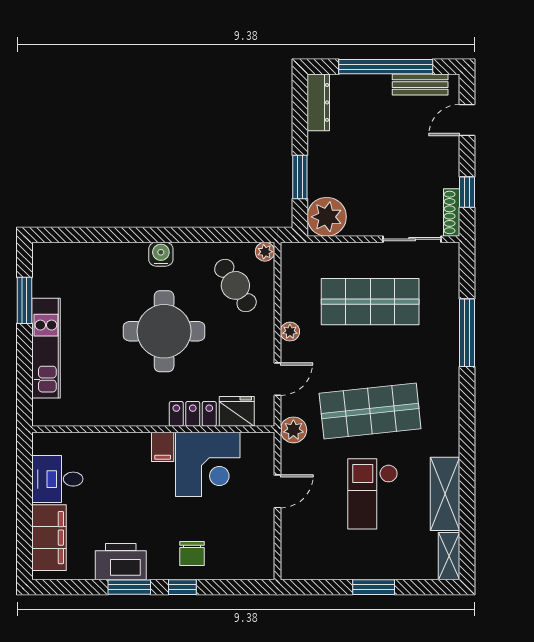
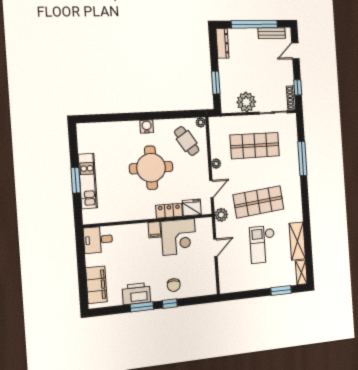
plant: (327, 217) -> (246, 102), moved
window: (25, 300) -> (76, 180), moved
desk: (57, 479) -> (98, 240), moved
window: (374, 587) -> (281, 291), moved

